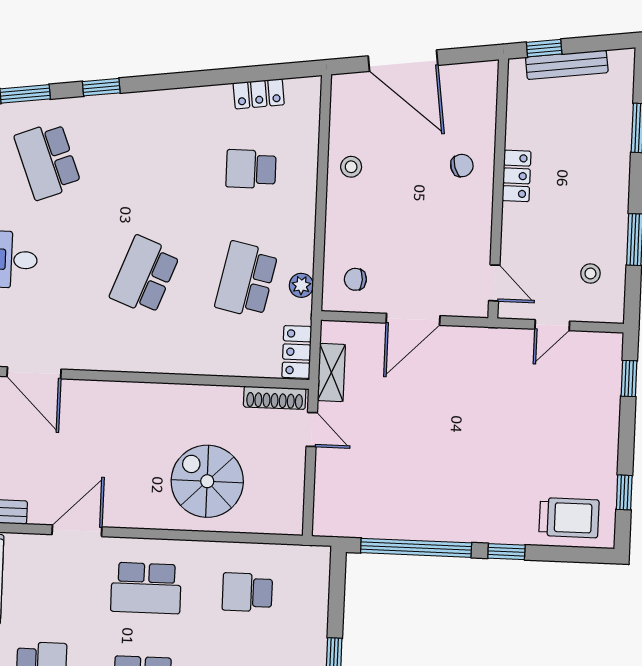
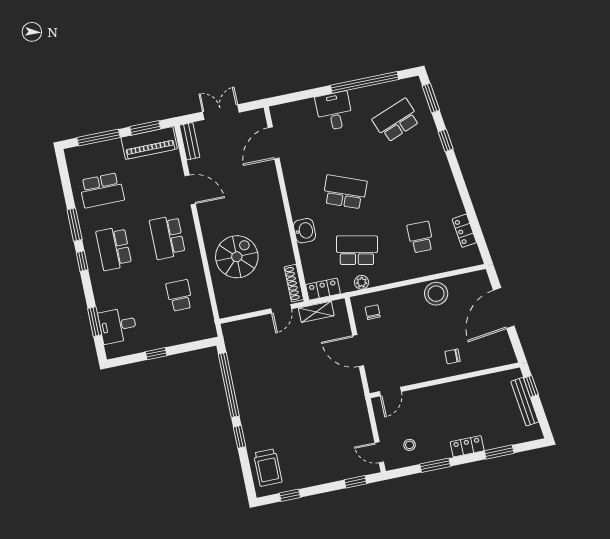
chair: (462, 166) -> (453, 356), turned 107
stool: (351, 167) -> (436, 294), width x1.89, depth x1.89
locker: (517, 176) -> (467, 446), moved, turned 180
door: (552, 325) -> (379, 452), moved
washbasin: (192, 358) -> (305, 231), added

